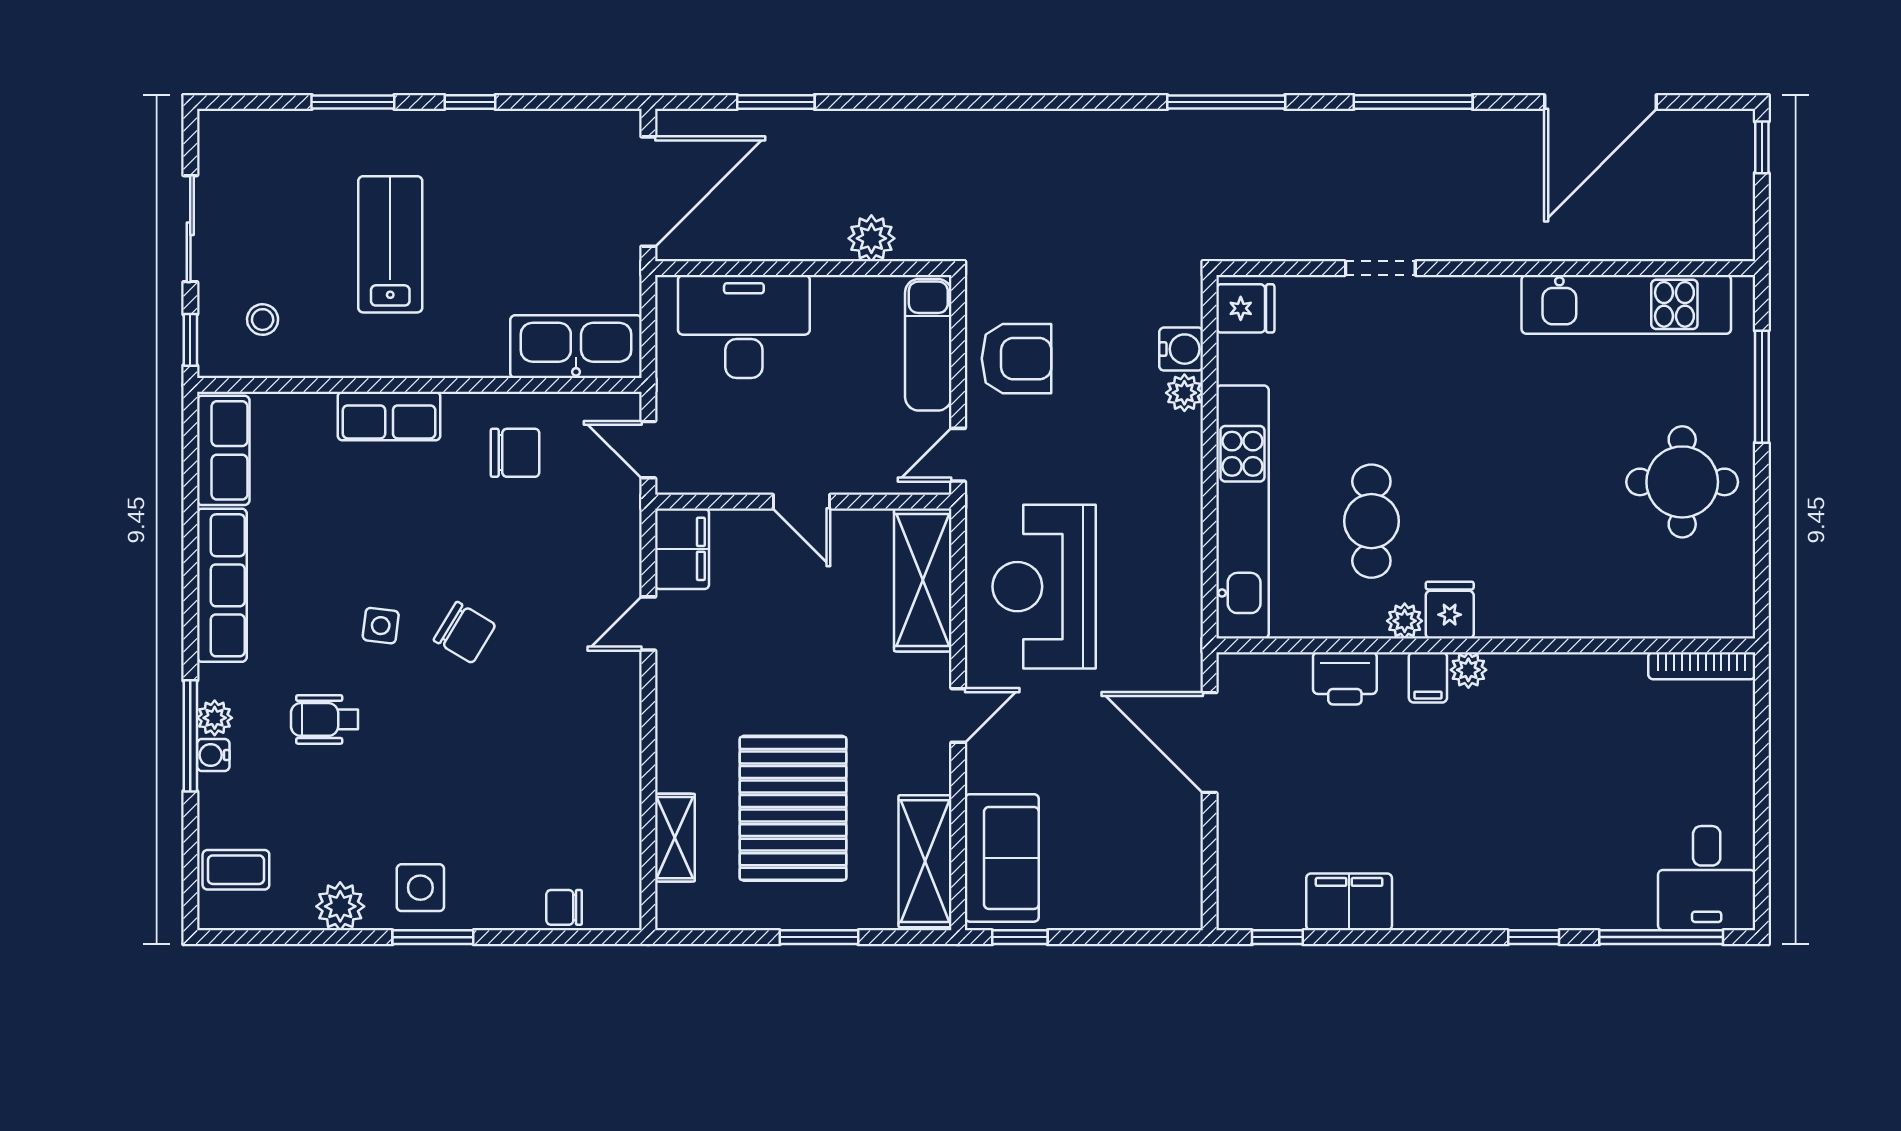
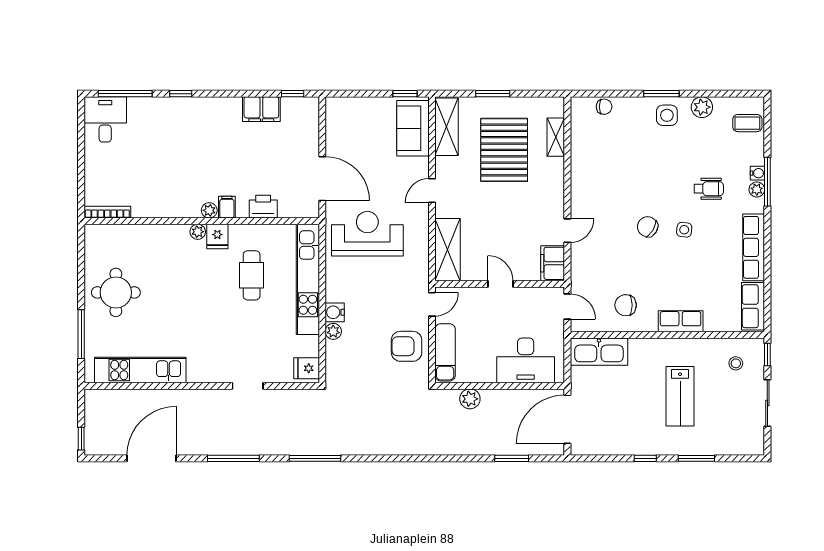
water cooler: (1181, 349) -> (335, 312), moved
reception desk: (1044, 587) -> (367, 234), moved, turned -90
plant: (1405, 621) -> (198, 232), moved

